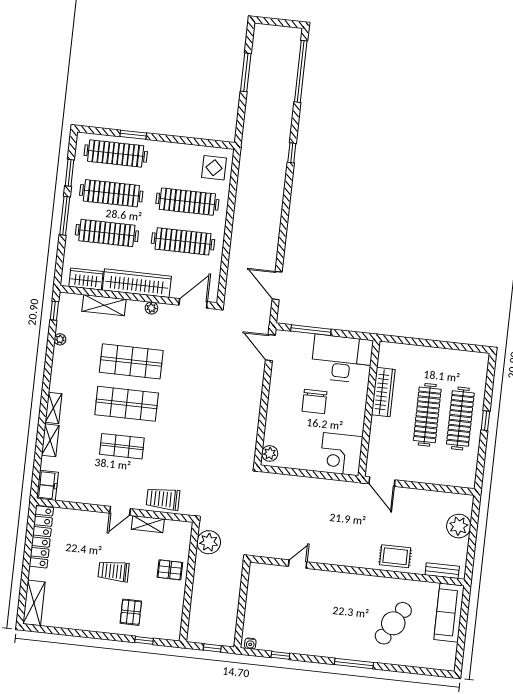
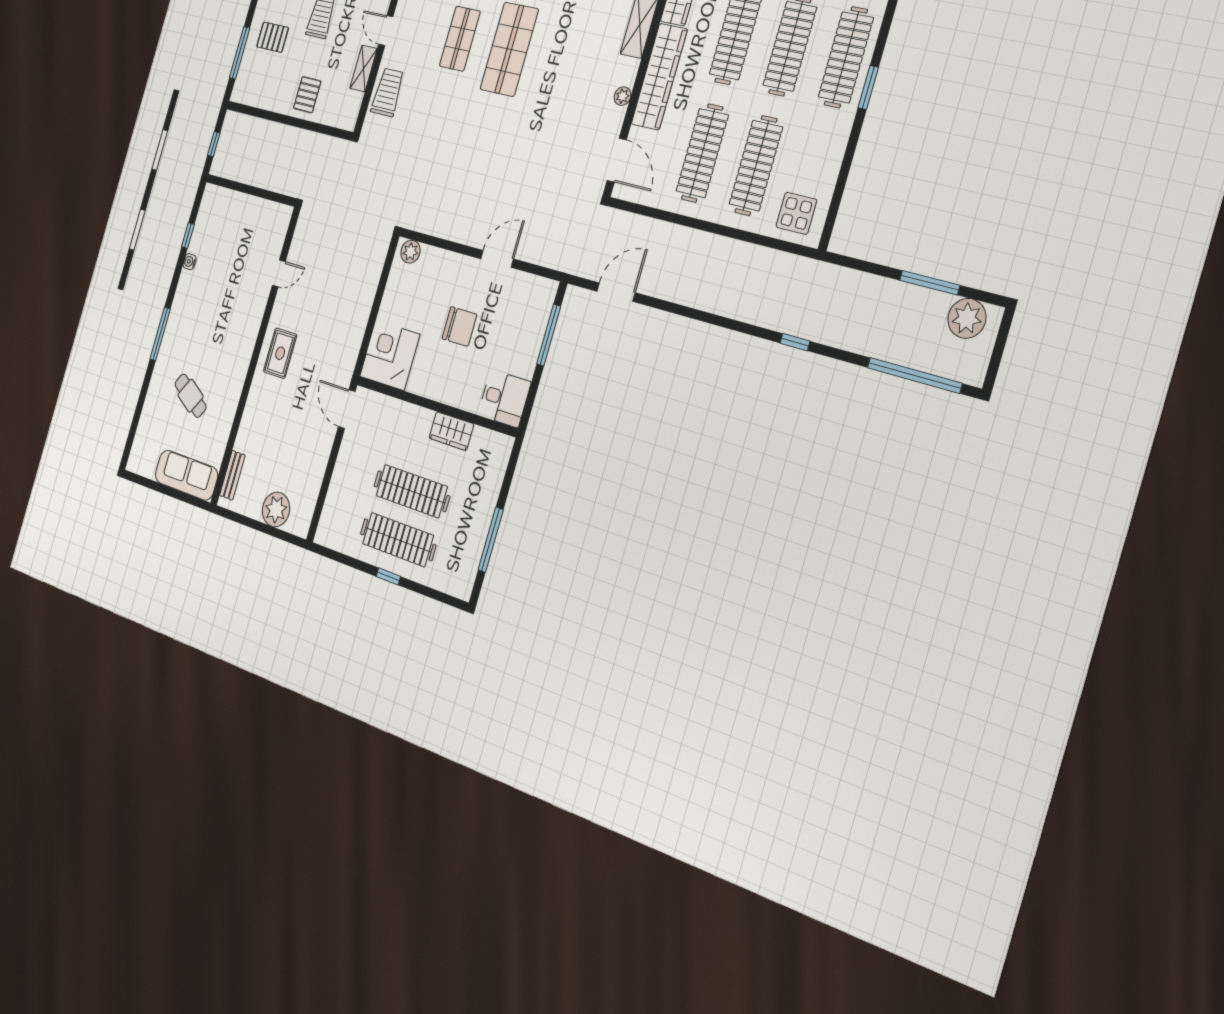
window: (447, 345) -> (491, 540), added
door: (270, 348) -> (497, 259), moved
desk: (342, 359) -> (504, 398), width x0.53, depth x0.77
shop shelf: (131, 361) -> (560, 60), removed
wardrobe: (383, 392) -> (451, 431), width x0.67
chair: (314, 402) -> (459, 327), turned 180
door: (382, 482) -> (347, 409), hinge flipped
plant: (209, 542) -> (967, 318), moved
rug: (395, 556) -> (280, 353), moved
door: (298, 564) -> (279, 273), hinge flipped
cafe table: (393, 623) -> (190, 396), width x0.73, depth x0.74
window: (144, 640) -> (240, 53), width x2.17
water cooler: (250, 644) -> (190, 262), moved

